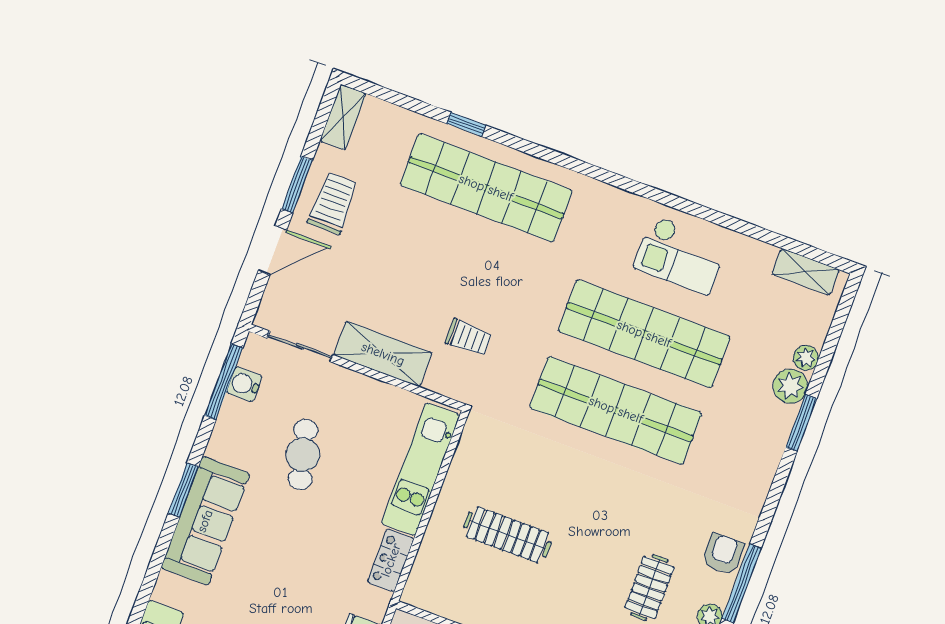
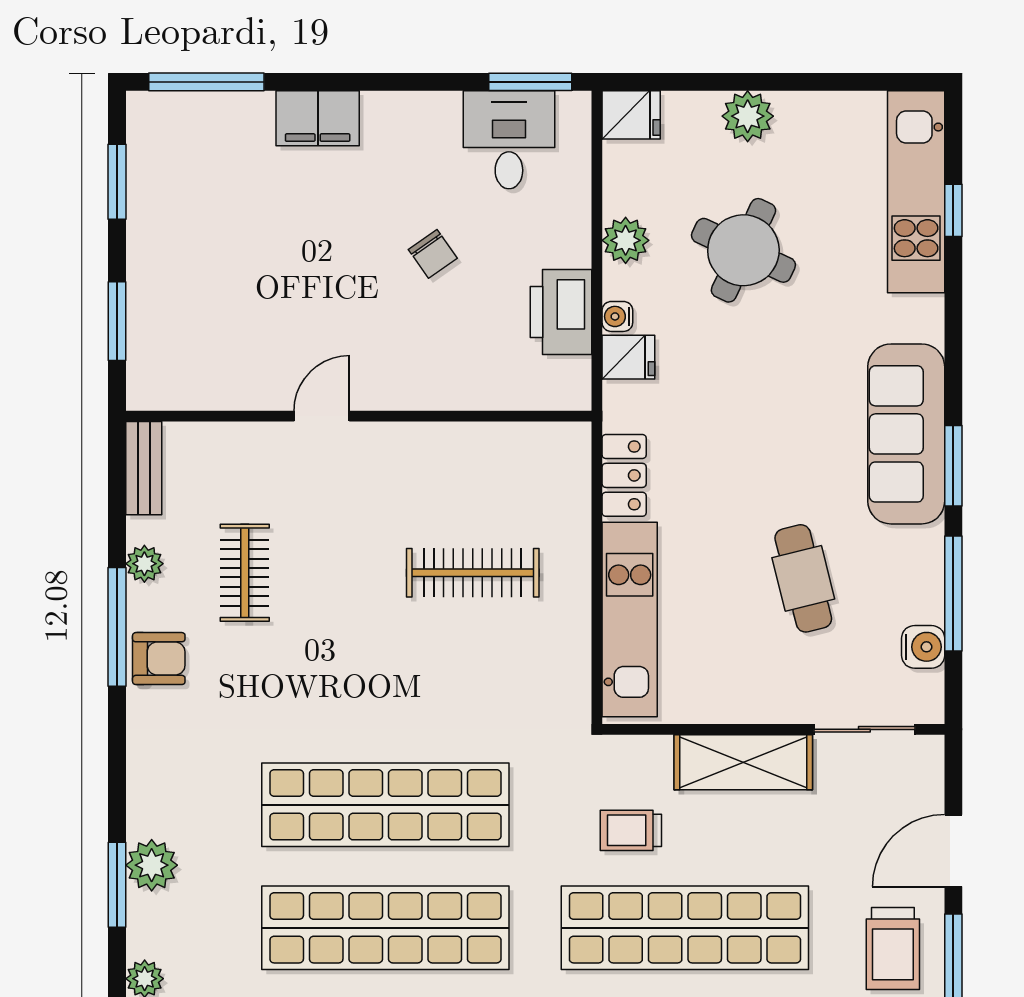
shop shelf: (458, 264) -> (685, 928), added
window: (224, 382) -> (953, 594), moved
plant: (790, 386) -> (152, 865), moved
armchair: (723, 554) -> (159, 659), turned -90

